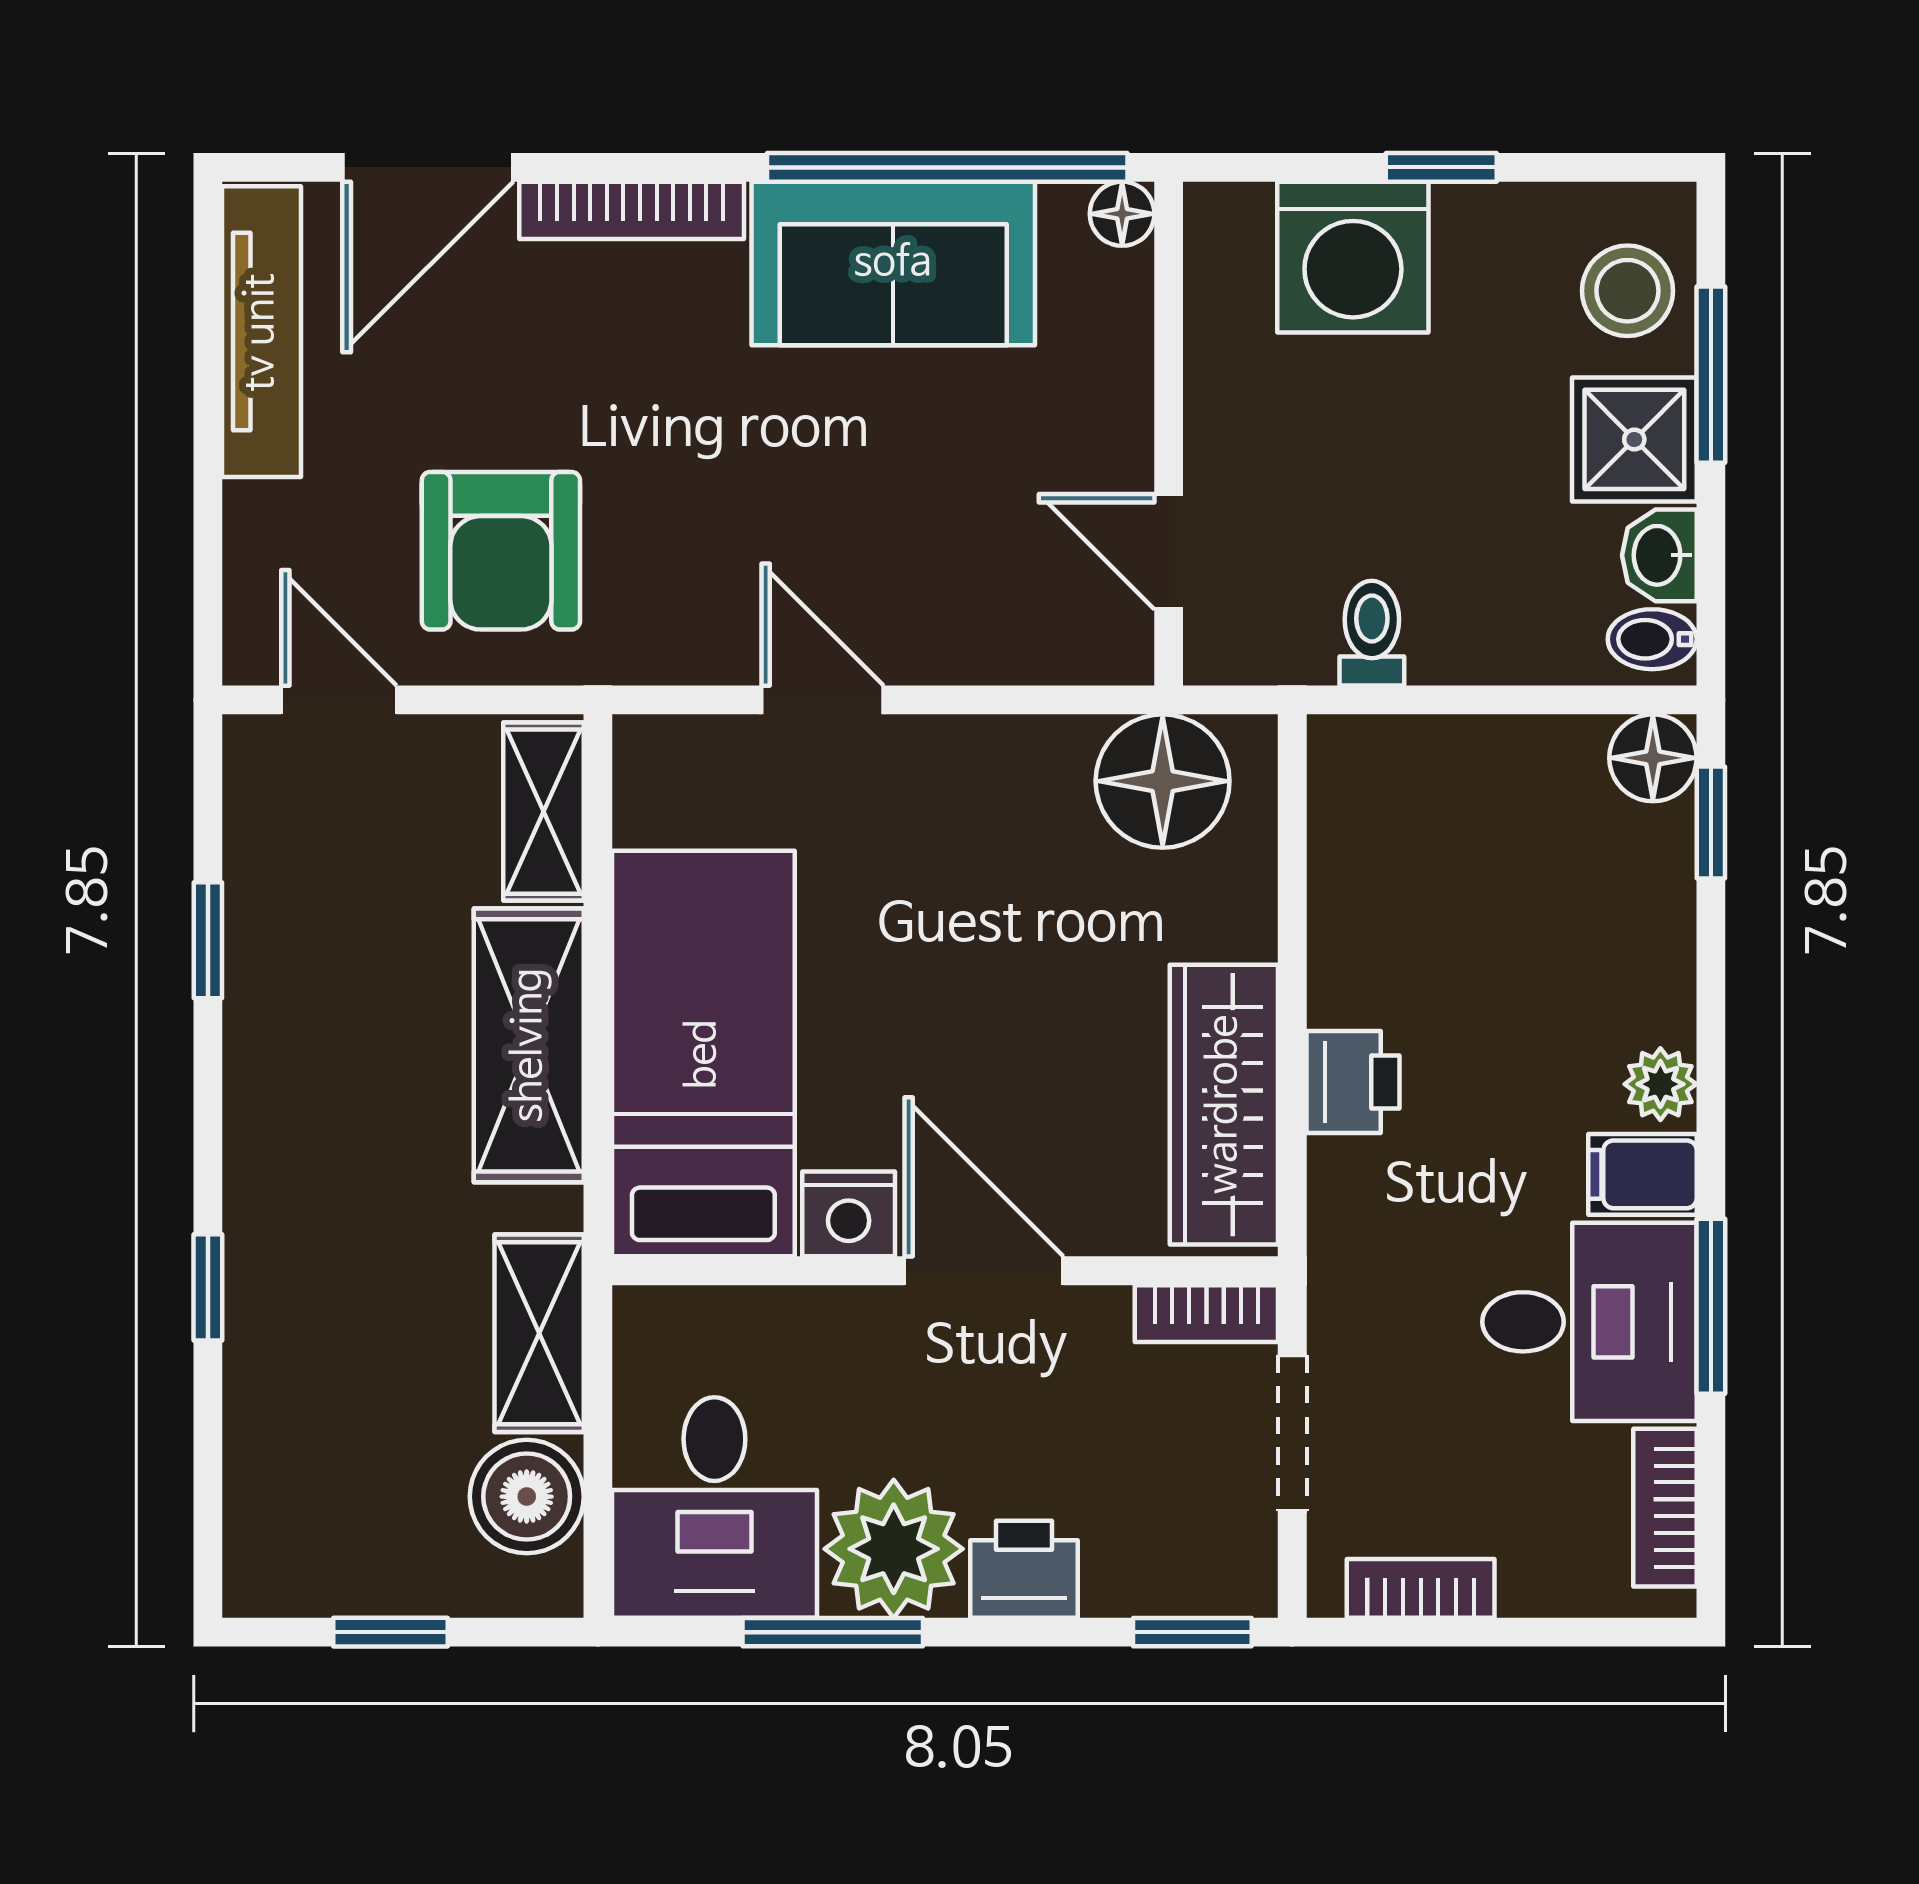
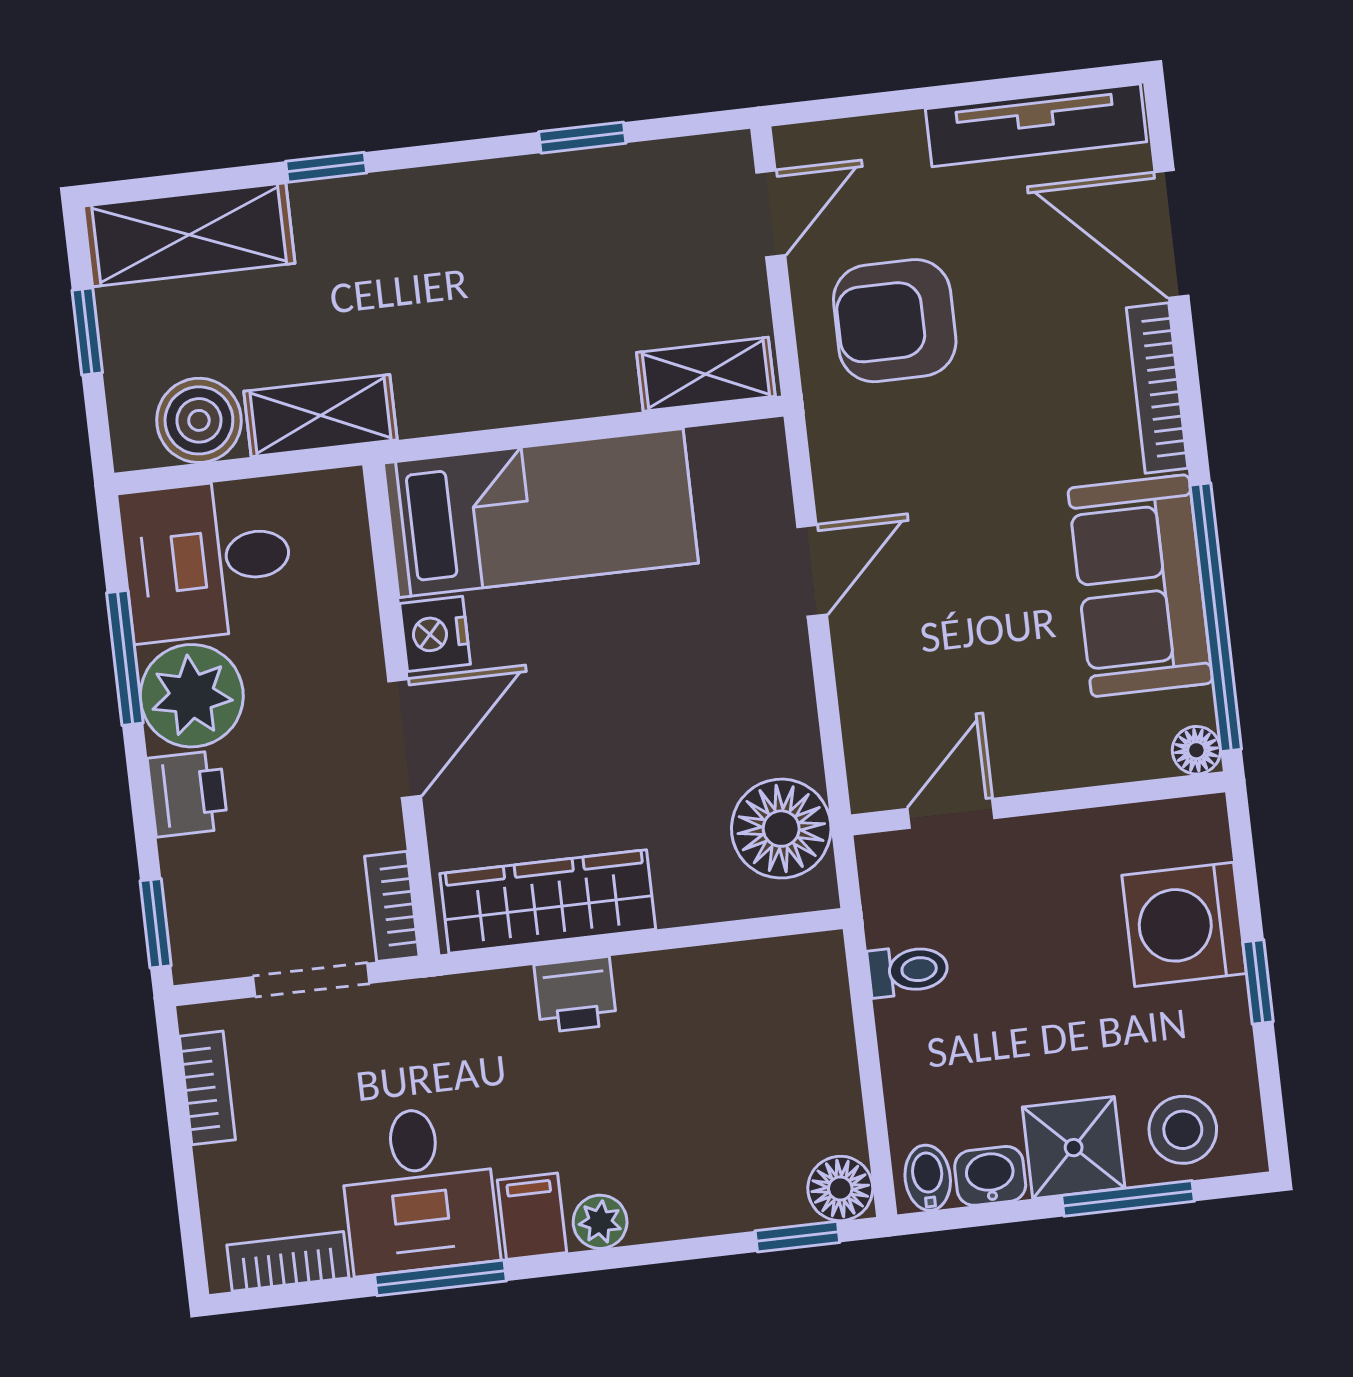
shelving: (529, 1045) -> (189, 235), moved

